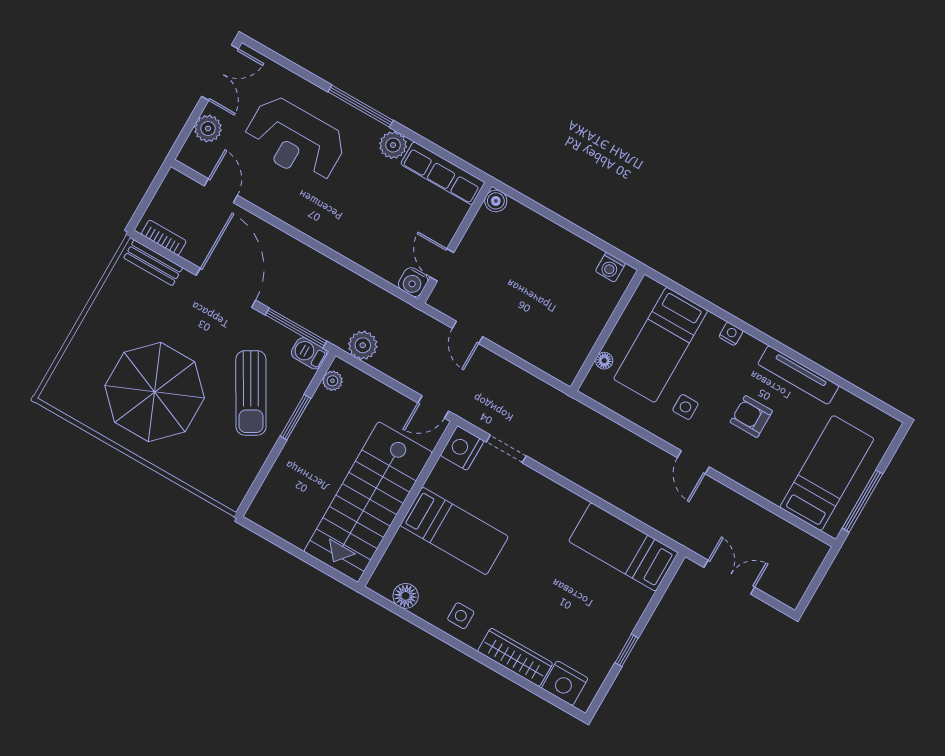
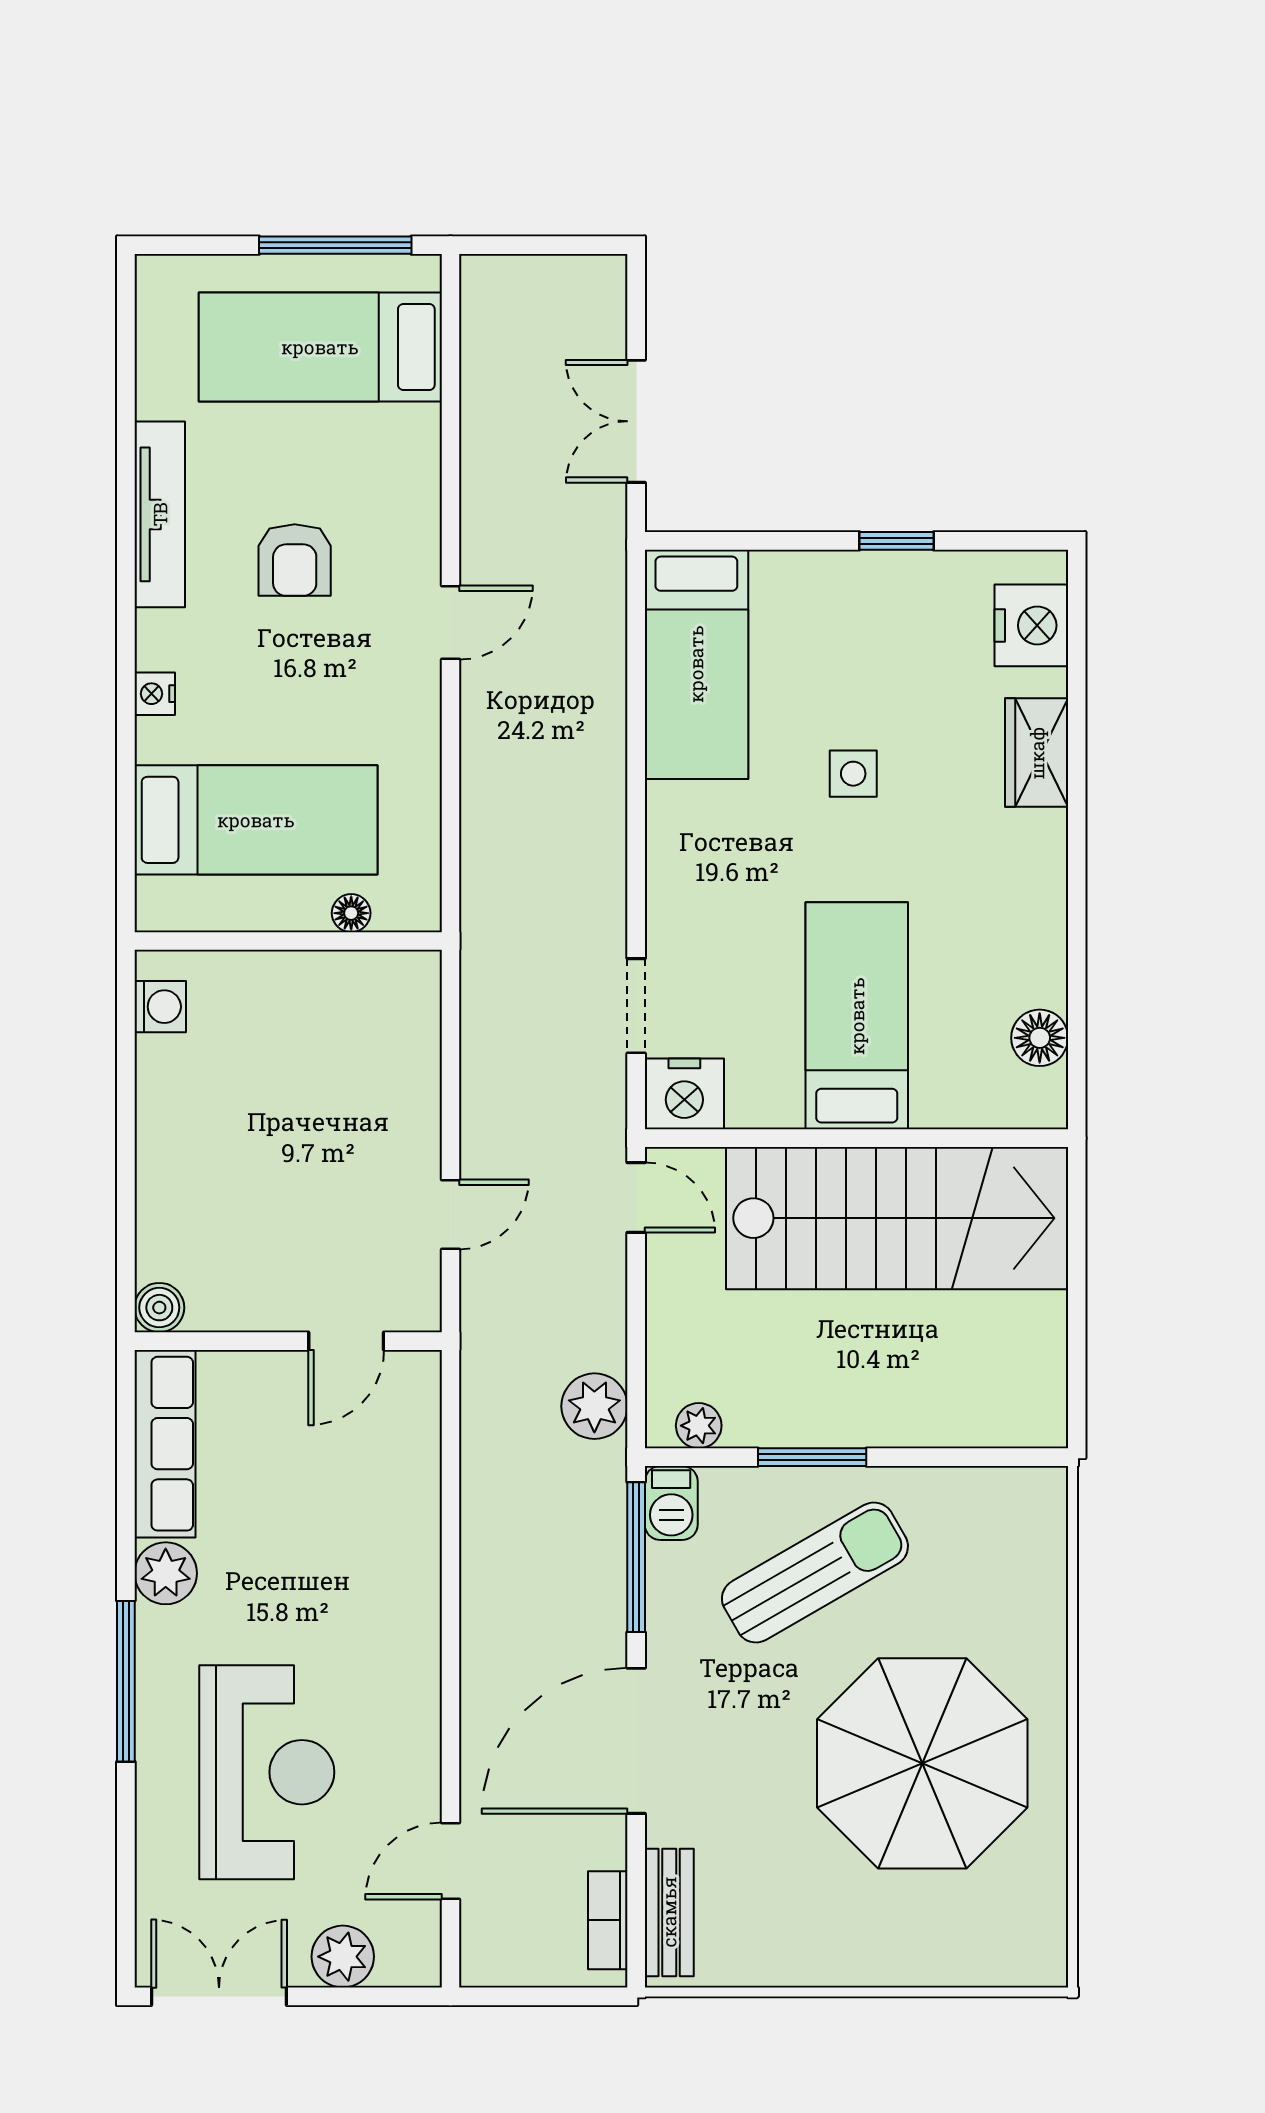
water cooler: (413, 282) -> (413, 1379), removed
side table: (685, 407) -> (350, 701), removed
side table: (461, 616) -> (853, 774), moved
wardrobe: (515, 657) -> (1037, 753), width x0.67

